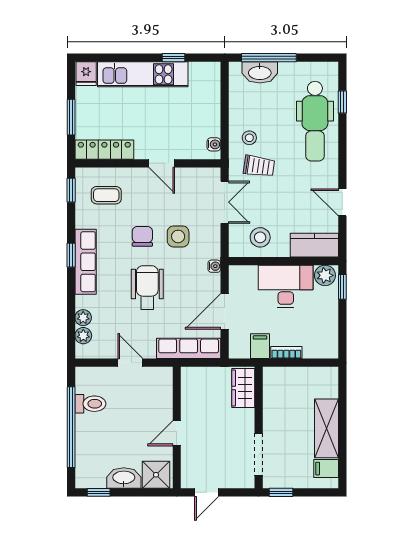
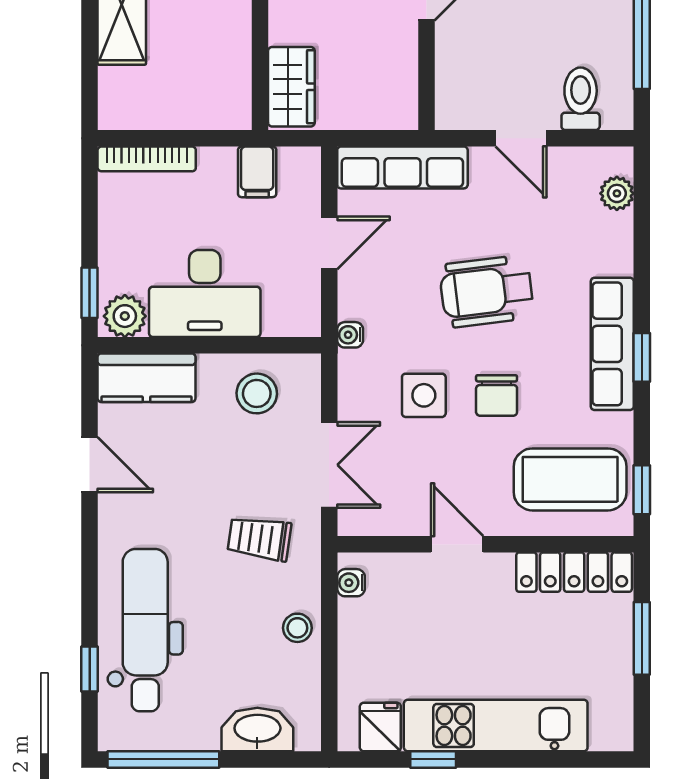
window: (269, 58) -> (163, 759), moved
fridge: (86, 74) -> (380, 727), moved
stool: (249, 138) -> (297, 628), moved
coffee table: (106, 195) -> (570, 479), width x1.86, depth x1.72
double door: (225, 202) -> (329, 465), swing flipped
wheelchair: (147, 288) -> (487, 291), turned 83
door: (225, 311) -> (329, 243), width x0.73
plant: (83, 318) -> (617, 230), removed
bookcase: (286, 353) -> (147, 159), moved, width x1.56
toilet: (90, 404) -> (581, 99), moved, turned 90

